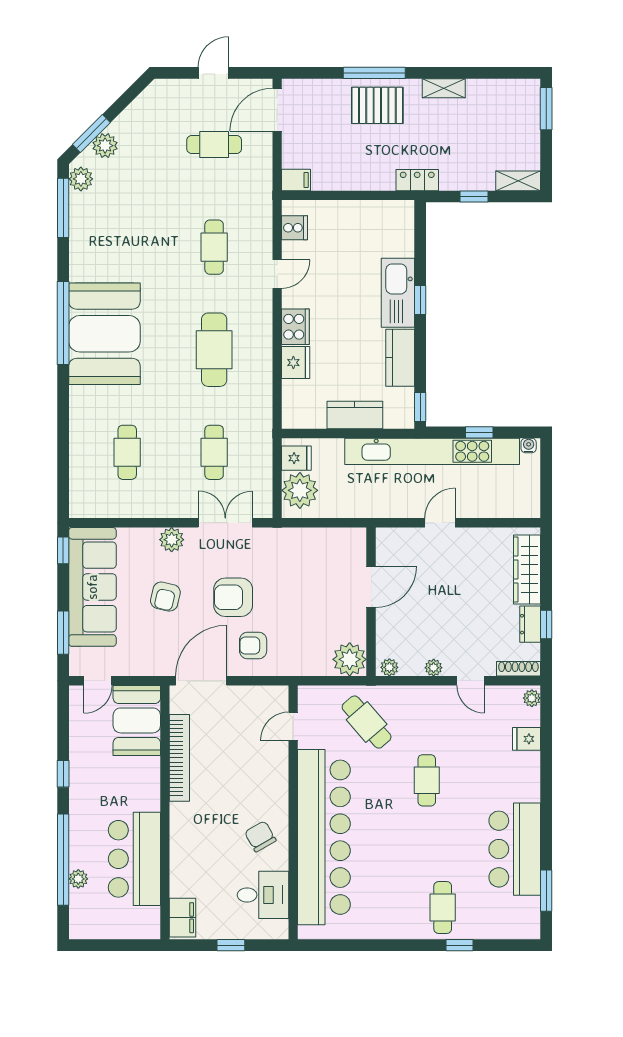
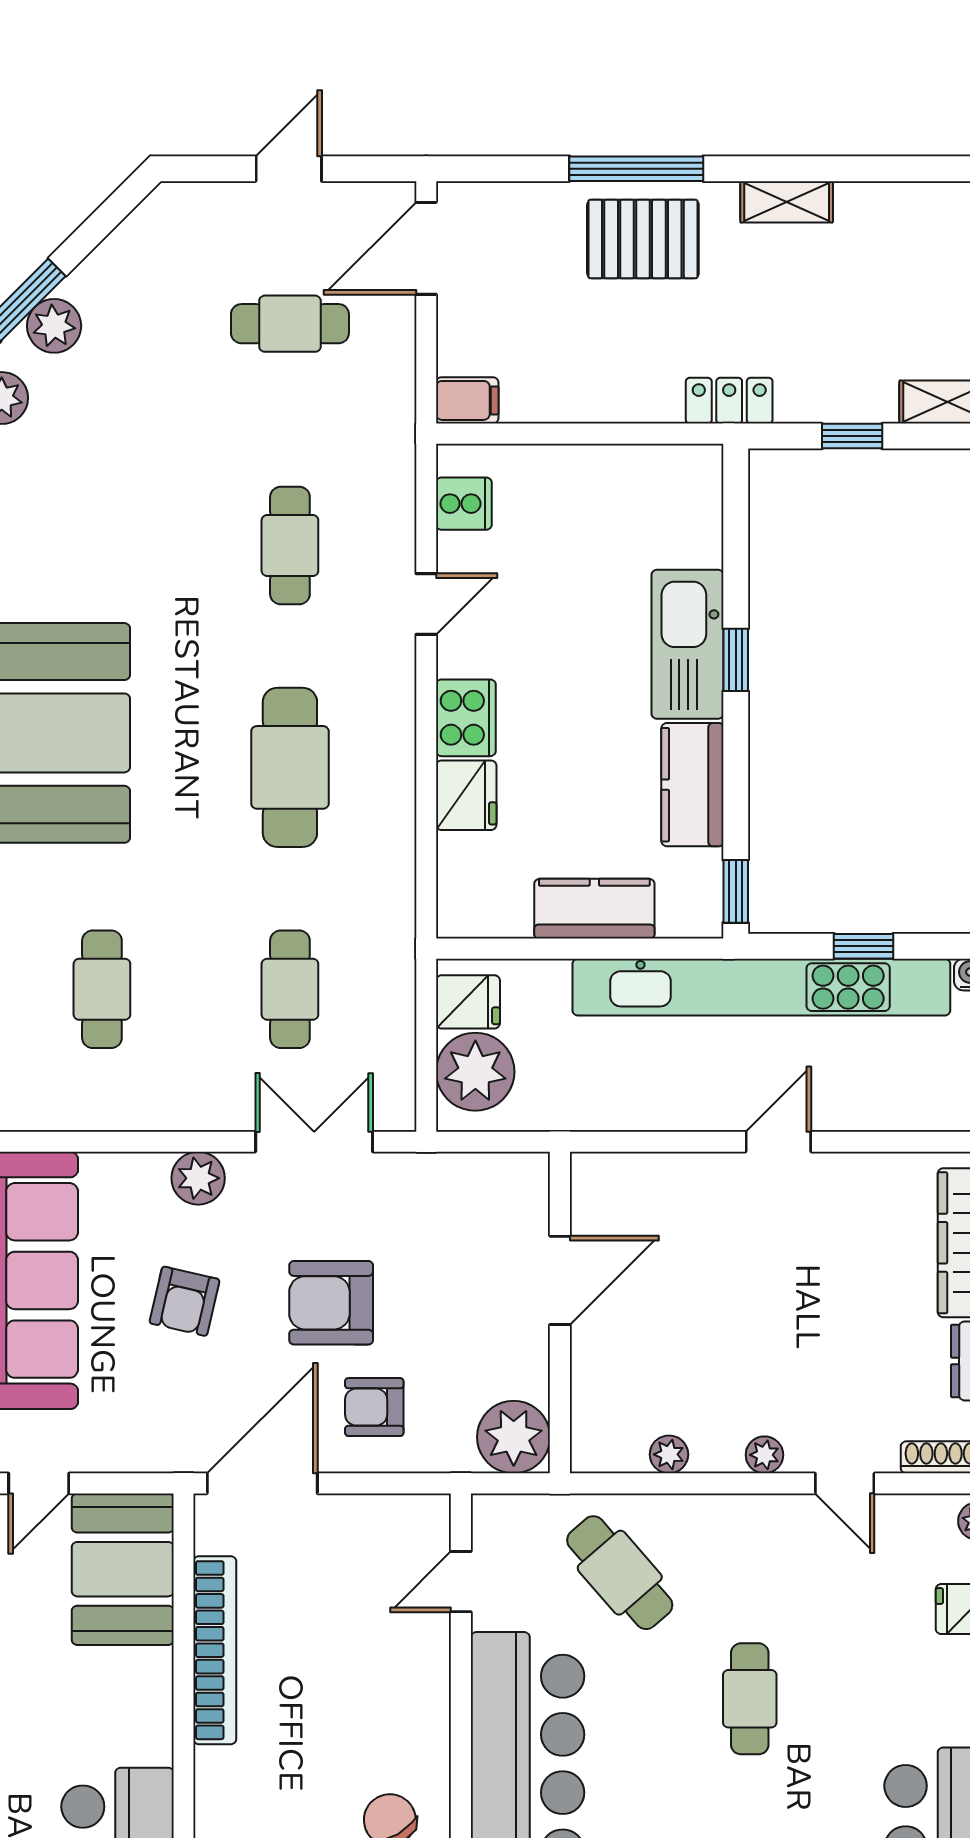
door: (371, 587) -> (560, 1280), moved
wall: (371, 602) -> (560, 1313), moved
plant: (350, 659) -> (514, 1437), moved

